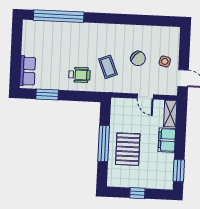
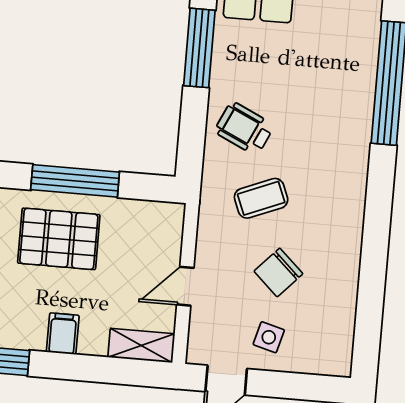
wheelchair: (79, 75) -> (244, 128), turned 115
window: (47, 94) -> (199, 48), width x1.44
filing cabinet: (167, 140) -> (63, 334), width x0.50

